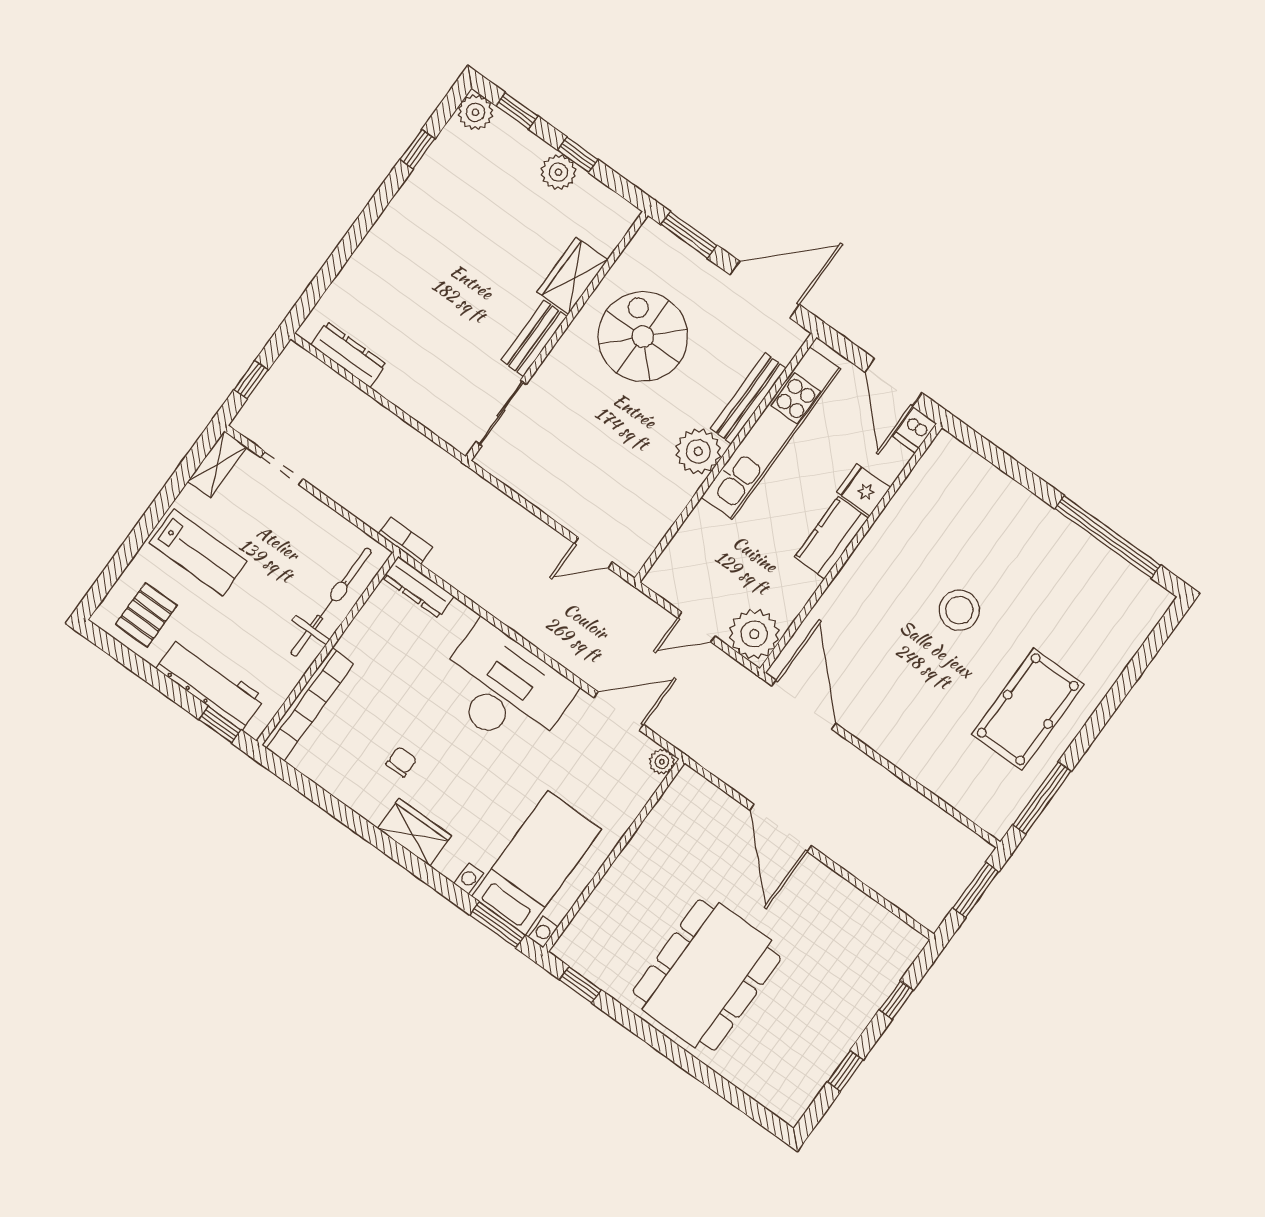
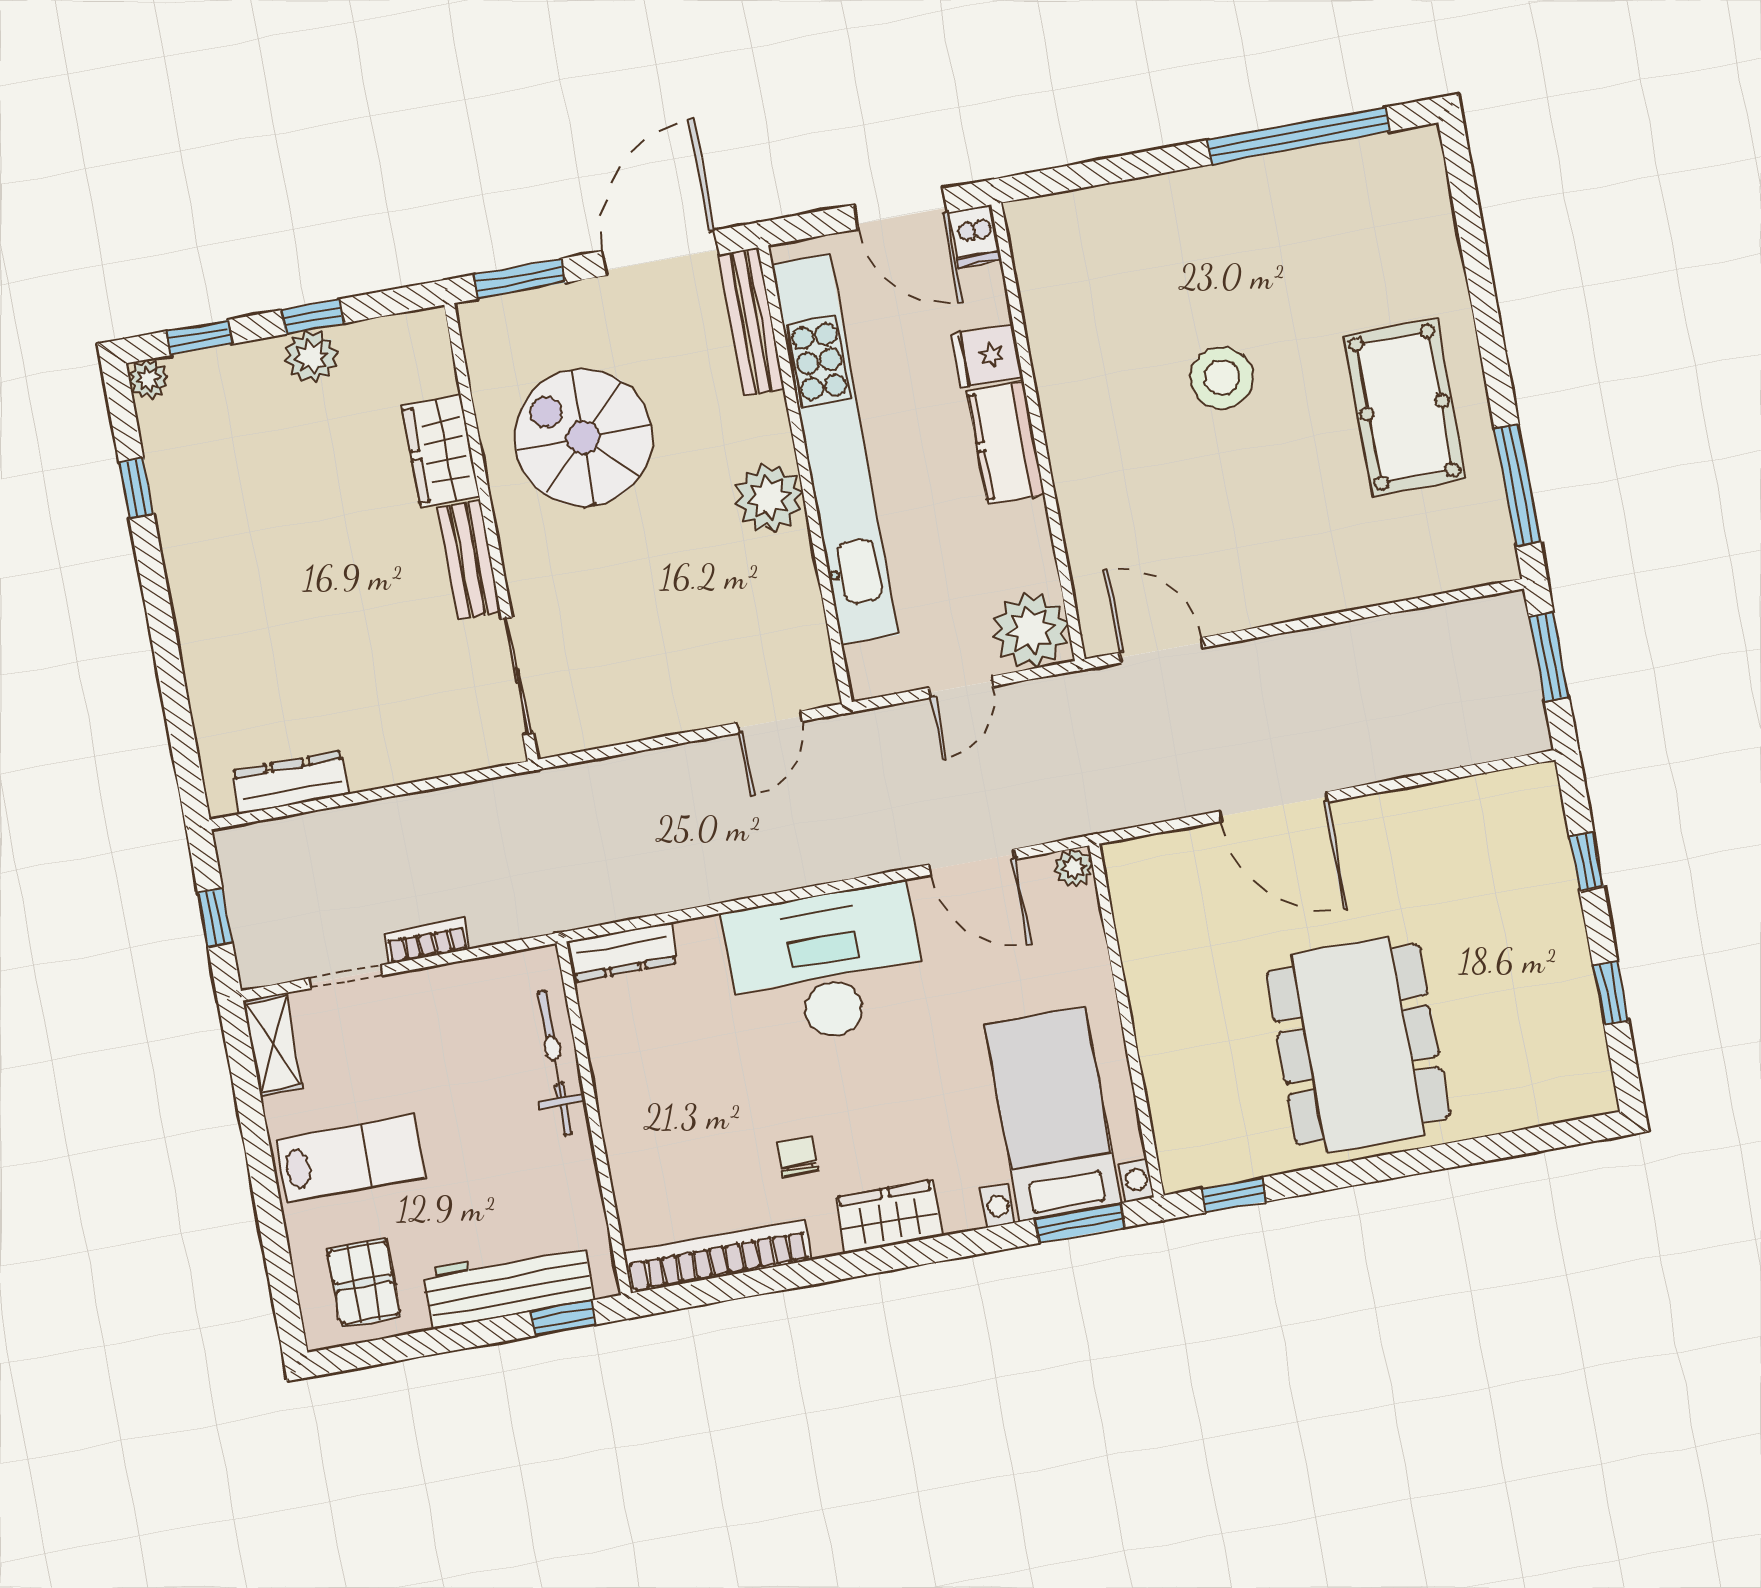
plant: (475, 112) -> (148, 379), width x0.73, depth x0.73
bench: (748, 398) -> (751, 322), moved
kitchen unit: (771, 433) -> (835, 449), width x1.36
bookcase: (406, 540) -> (427, 941), moved
bicycle: (331, 602) -> (555, 1063), width x0.73, depth x0.71
bookcase: (308, 704) -> (718, 1256), moved, turned -90
door: (804, 705) -> (1161, 650), width x0.73
door: (619, 711) -> (972, 862), swing flipped

